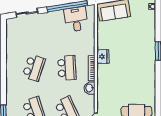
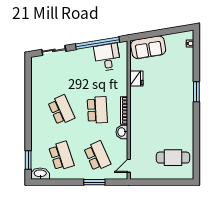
fridge: (103, 57) -> (136, 79), moved
school desk: (34, 68) -> (61, 110), turned -42

